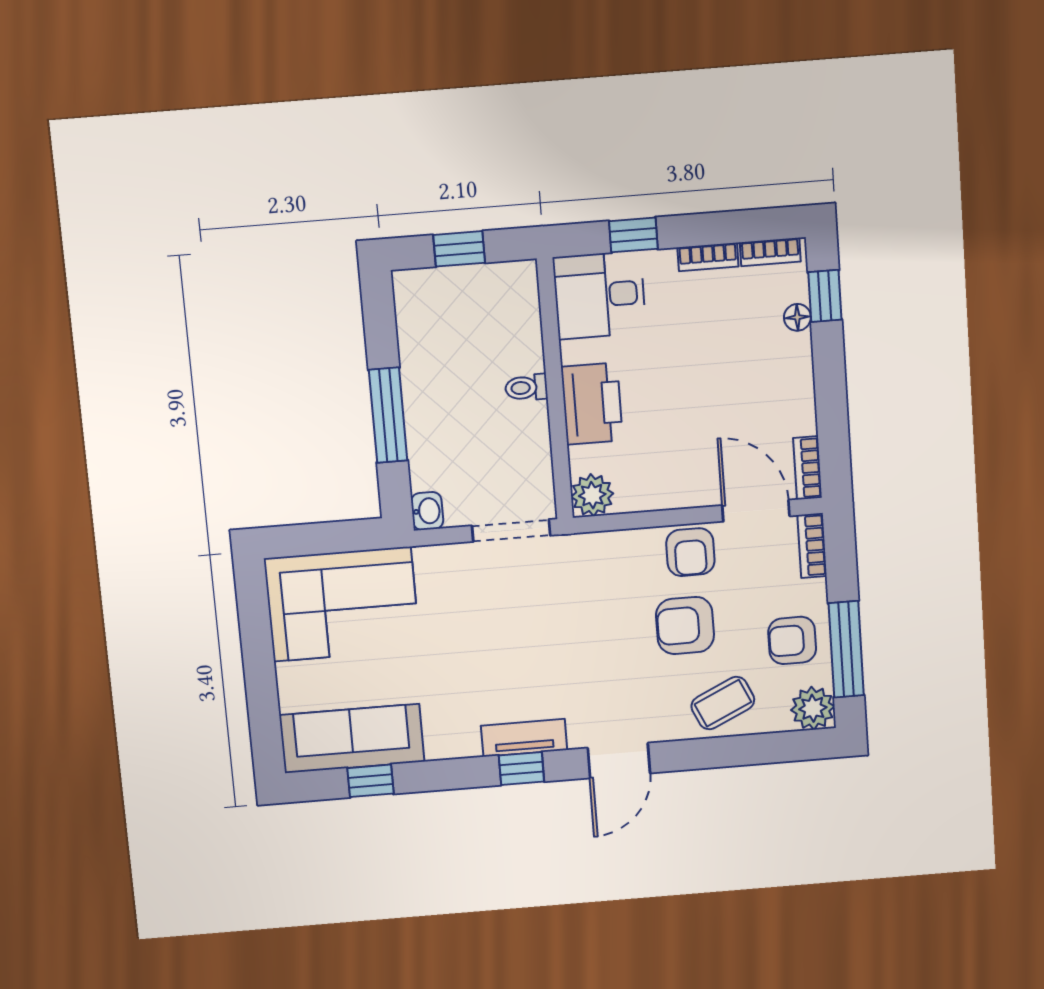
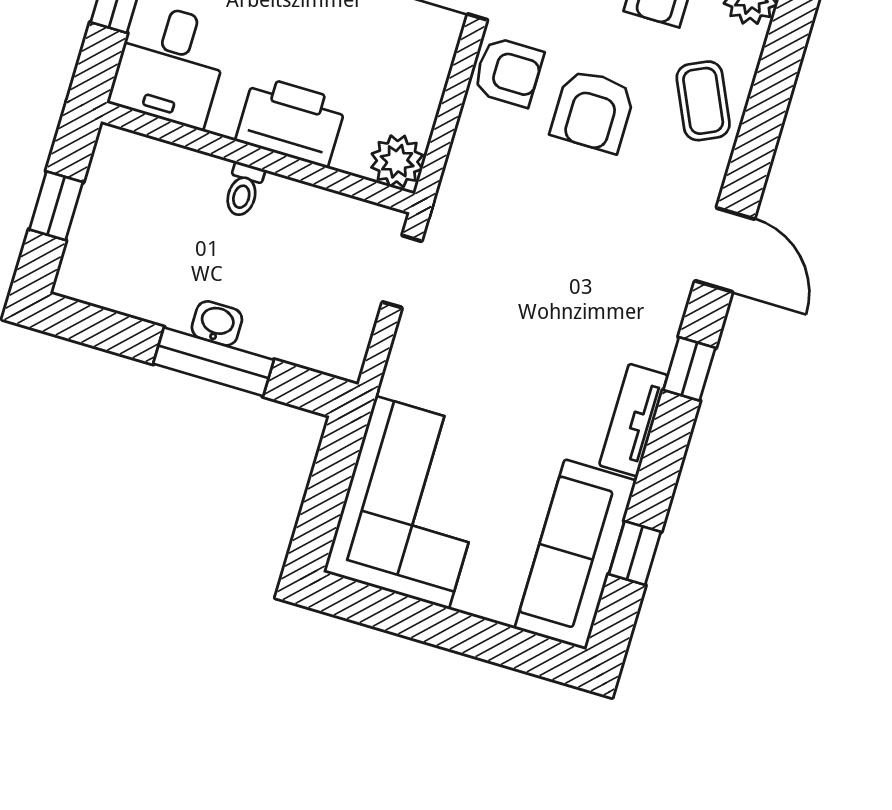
washbasin: (427, 511) -> (217, 323), moved
doorway: (511, 531) -> (402, 272), width x0.73
tv unit: (524, 738) -> (633, 420), moved

